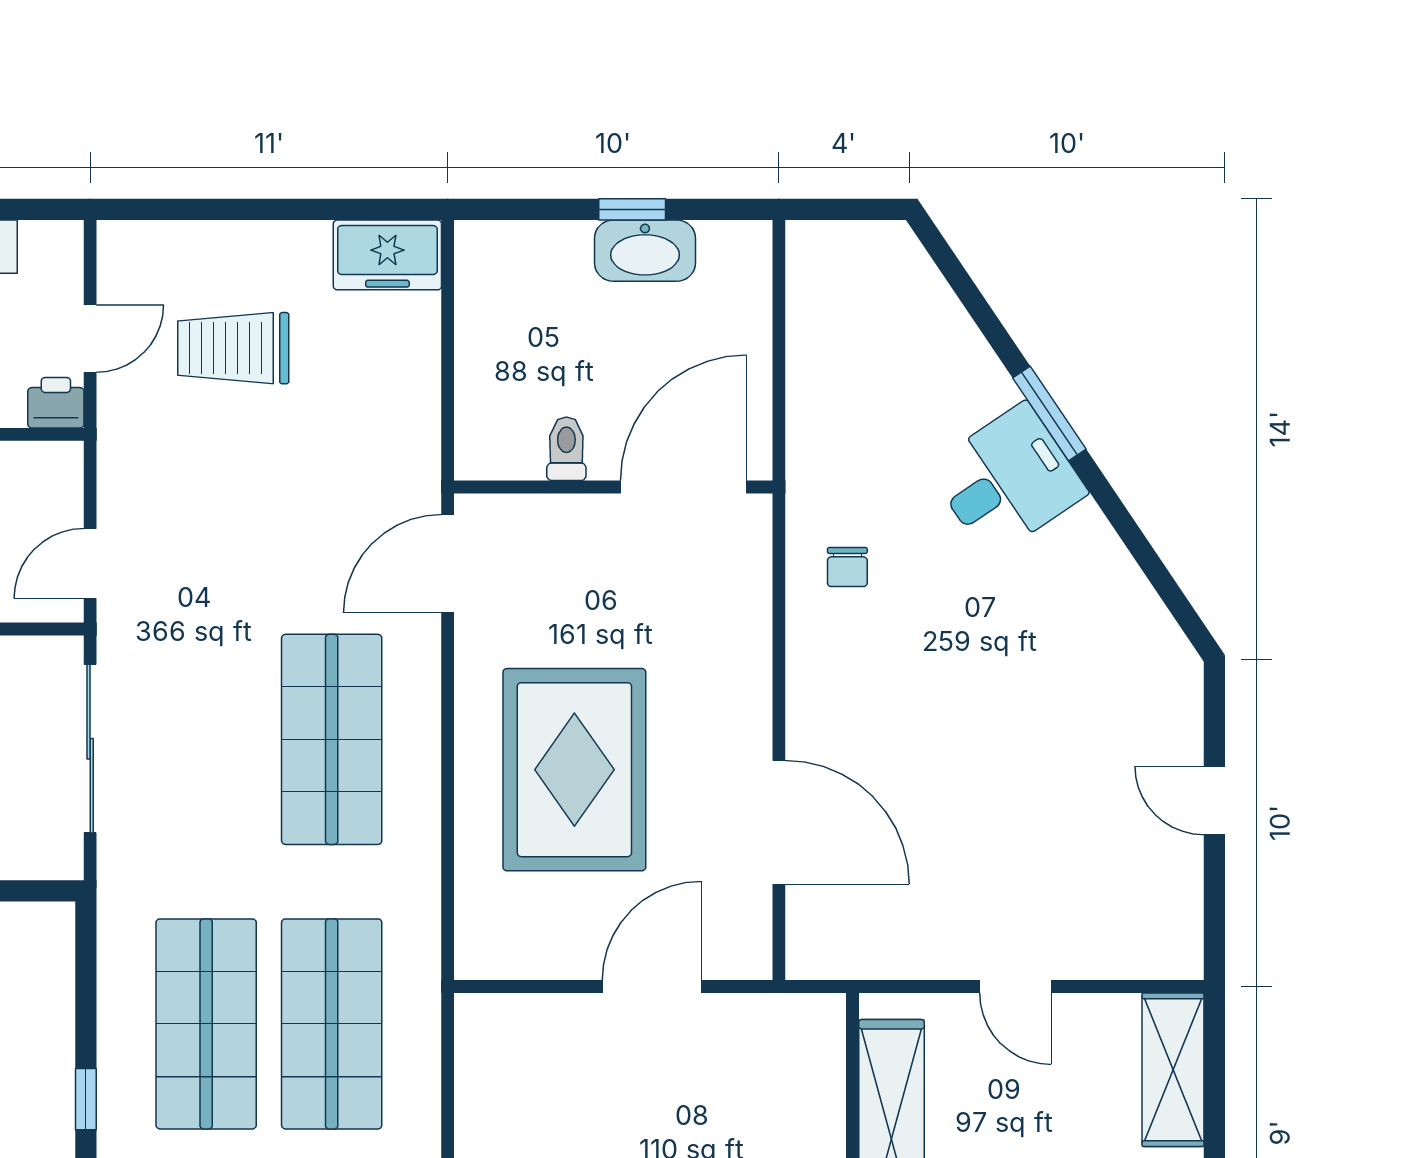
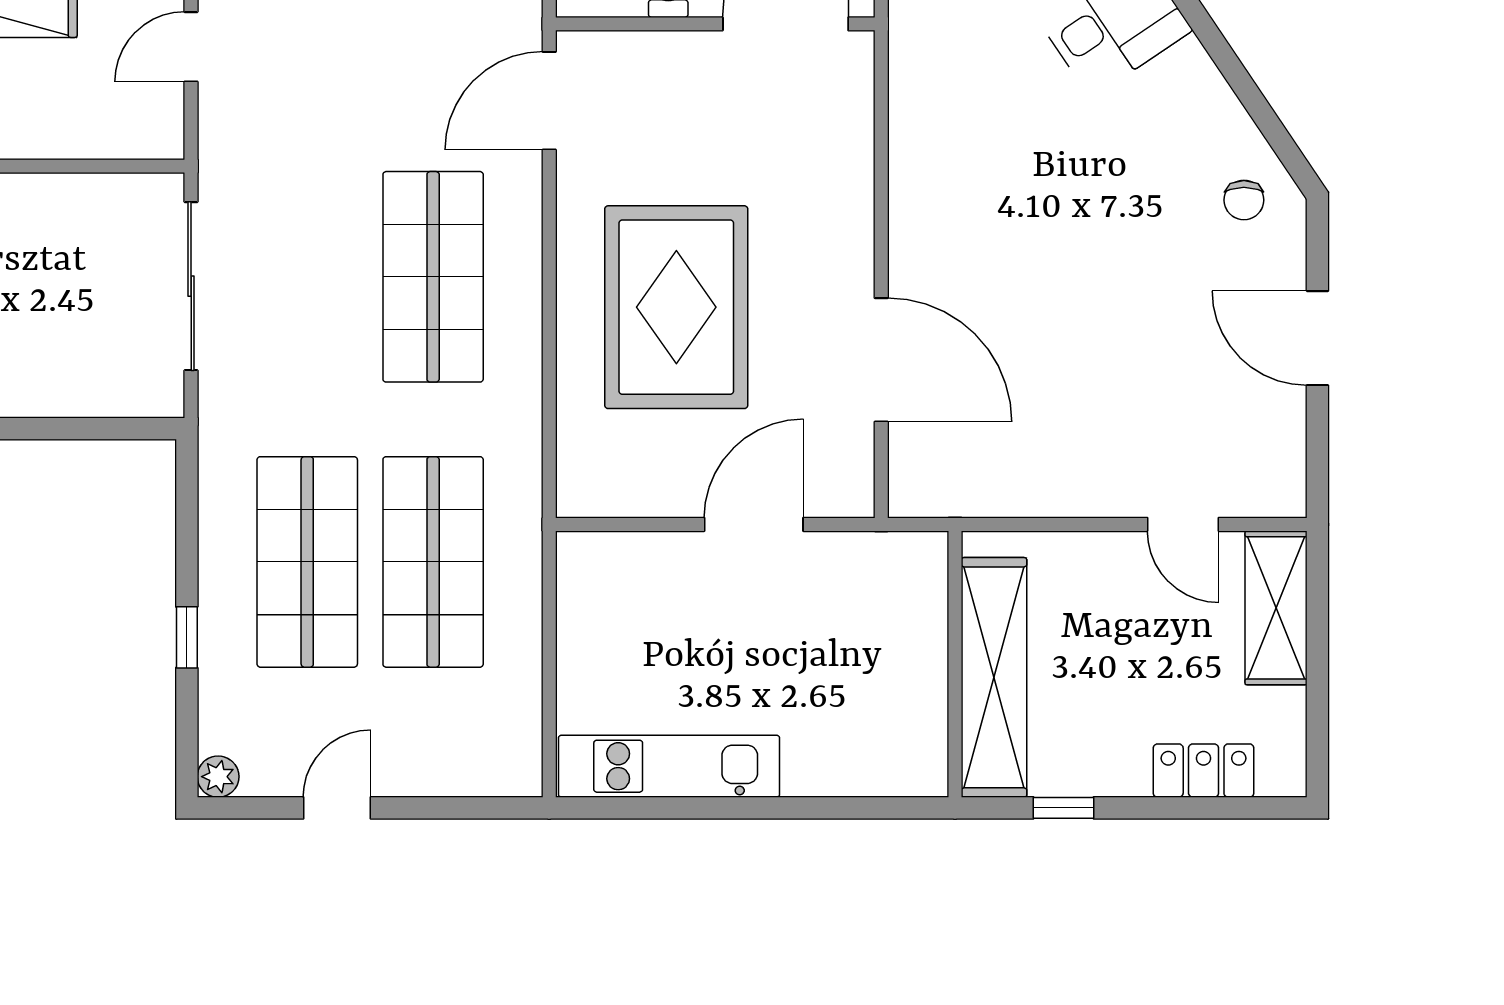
door: (90, 564) -> (191, 47), moved
chair: (847, 567) -> (1244, 200), moved
door: (1214, 801) -> (1317, 338), width x1.38
door: (1015, 986) -> (1183, 524), moved

